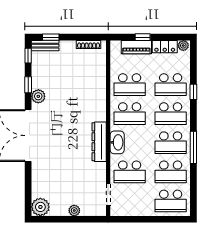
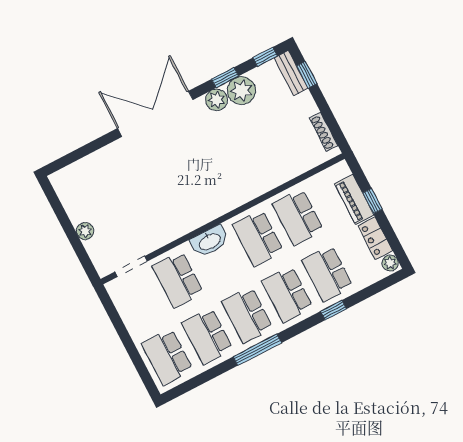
dresser: (99, 142) -> (197, 216), removed
plant: (40, 207) -> (241, 91), moved

